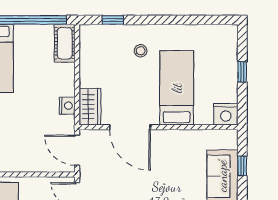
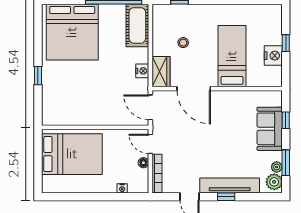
cot: (65, 43) -> (137, 25), width x1.37, depth x1.34
stool: (141, 51) -> (183, 43), moved
nightstand: (226, 114) -> (273, 56), moved, turned -90

